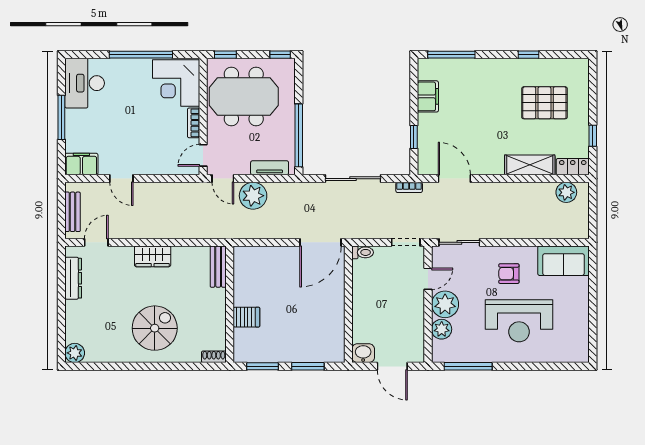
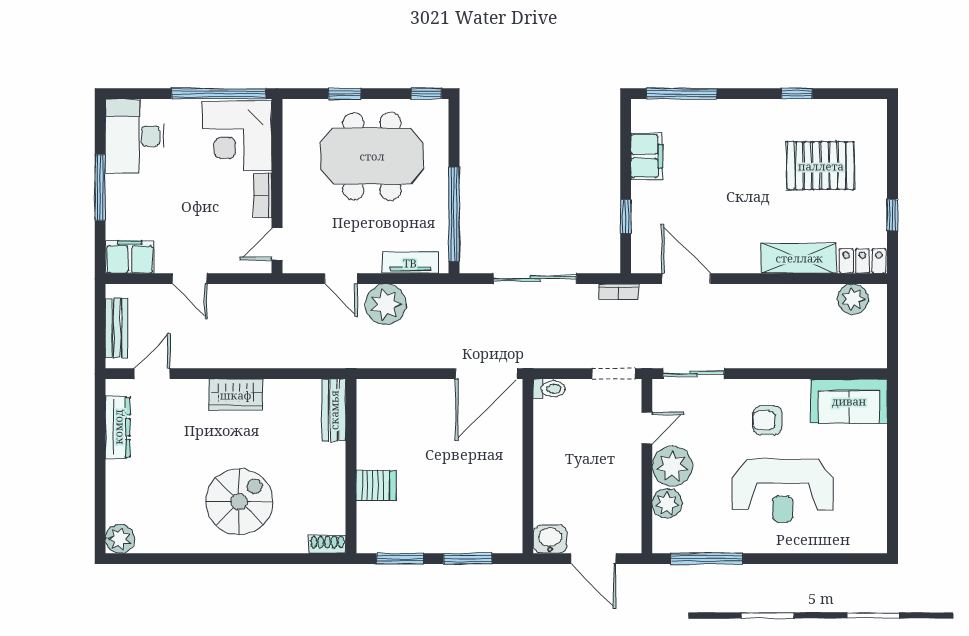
corner desk: (176, 83) -> (237, 136), moved
wall: (203, 117) -> (277, 186), moved
bookcase: (194, 123) -> (263, 196), moved
door: (203, 155) -> (277, 244), moved

